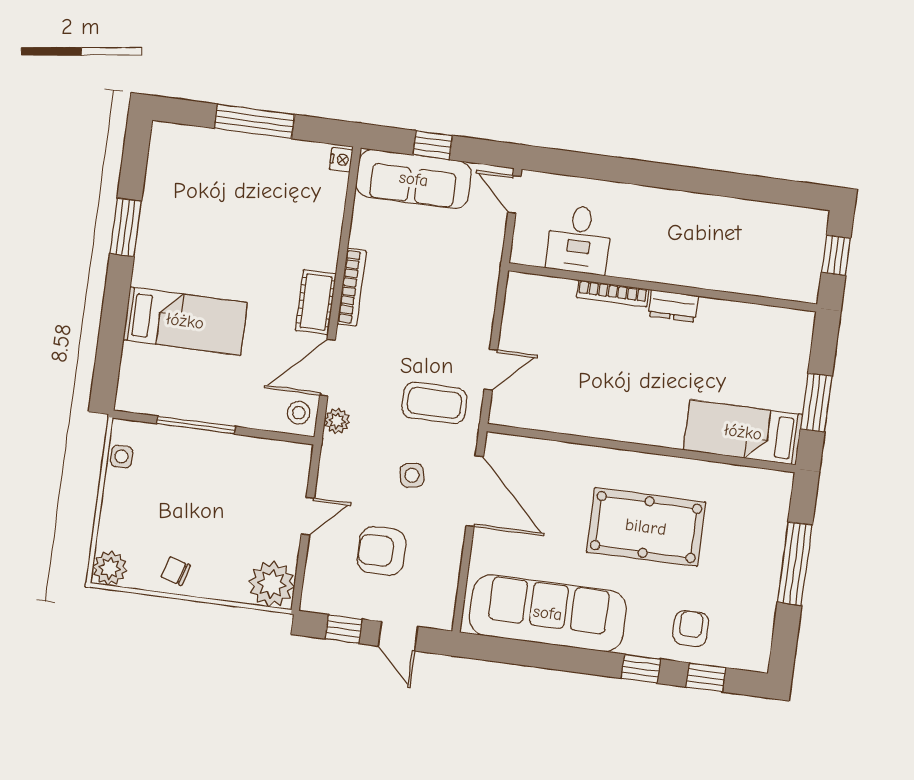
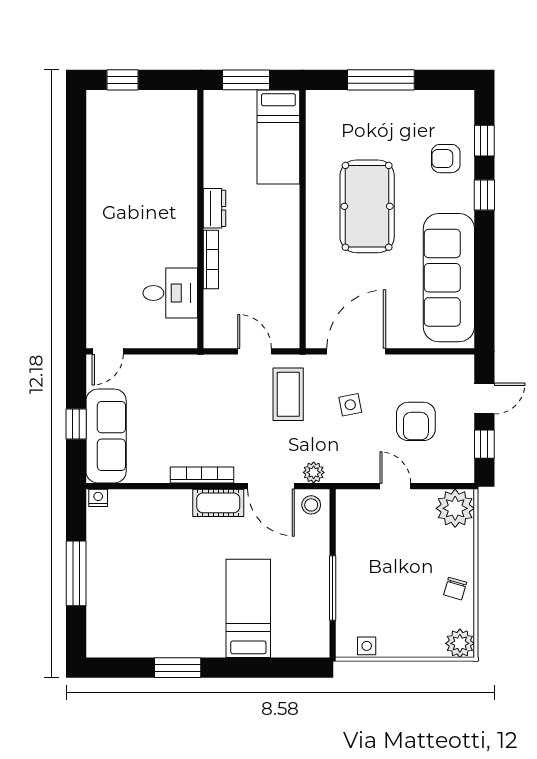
desk: (579, 240) -> (170, 293), moved
wall: (663, 287) -> (200, 219), moved
bookcase: (613, 293) -> (211, 259), moved
dresser: (673, 306) -> (215, 208), moved

